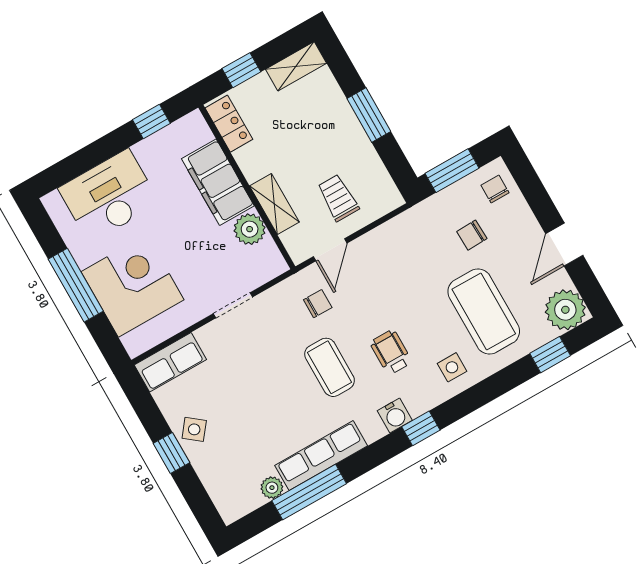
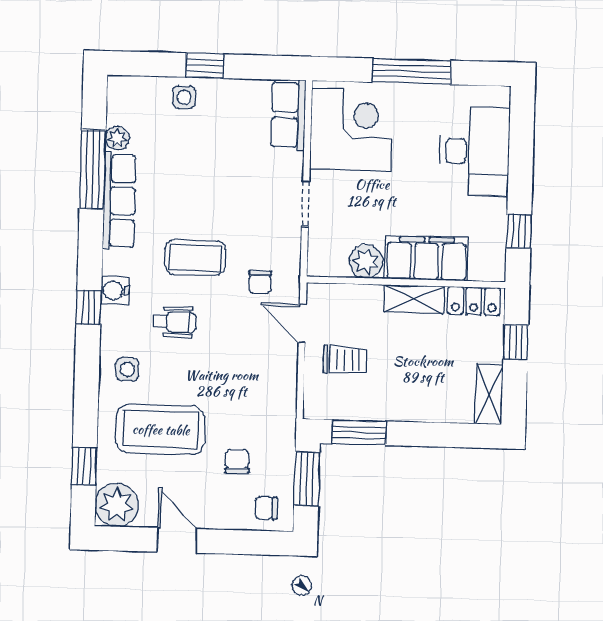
window: (369, 115) -> (359, 433), moved
chair: (495, 189) -> (266, 508), turned 180
shelving: (274, 204) -> (414, 299), moved
corner desk: (133, 286) -> (351, 130), moved, turned -90
side table: (194, 429) -> (184, 97), moved, turned -38

